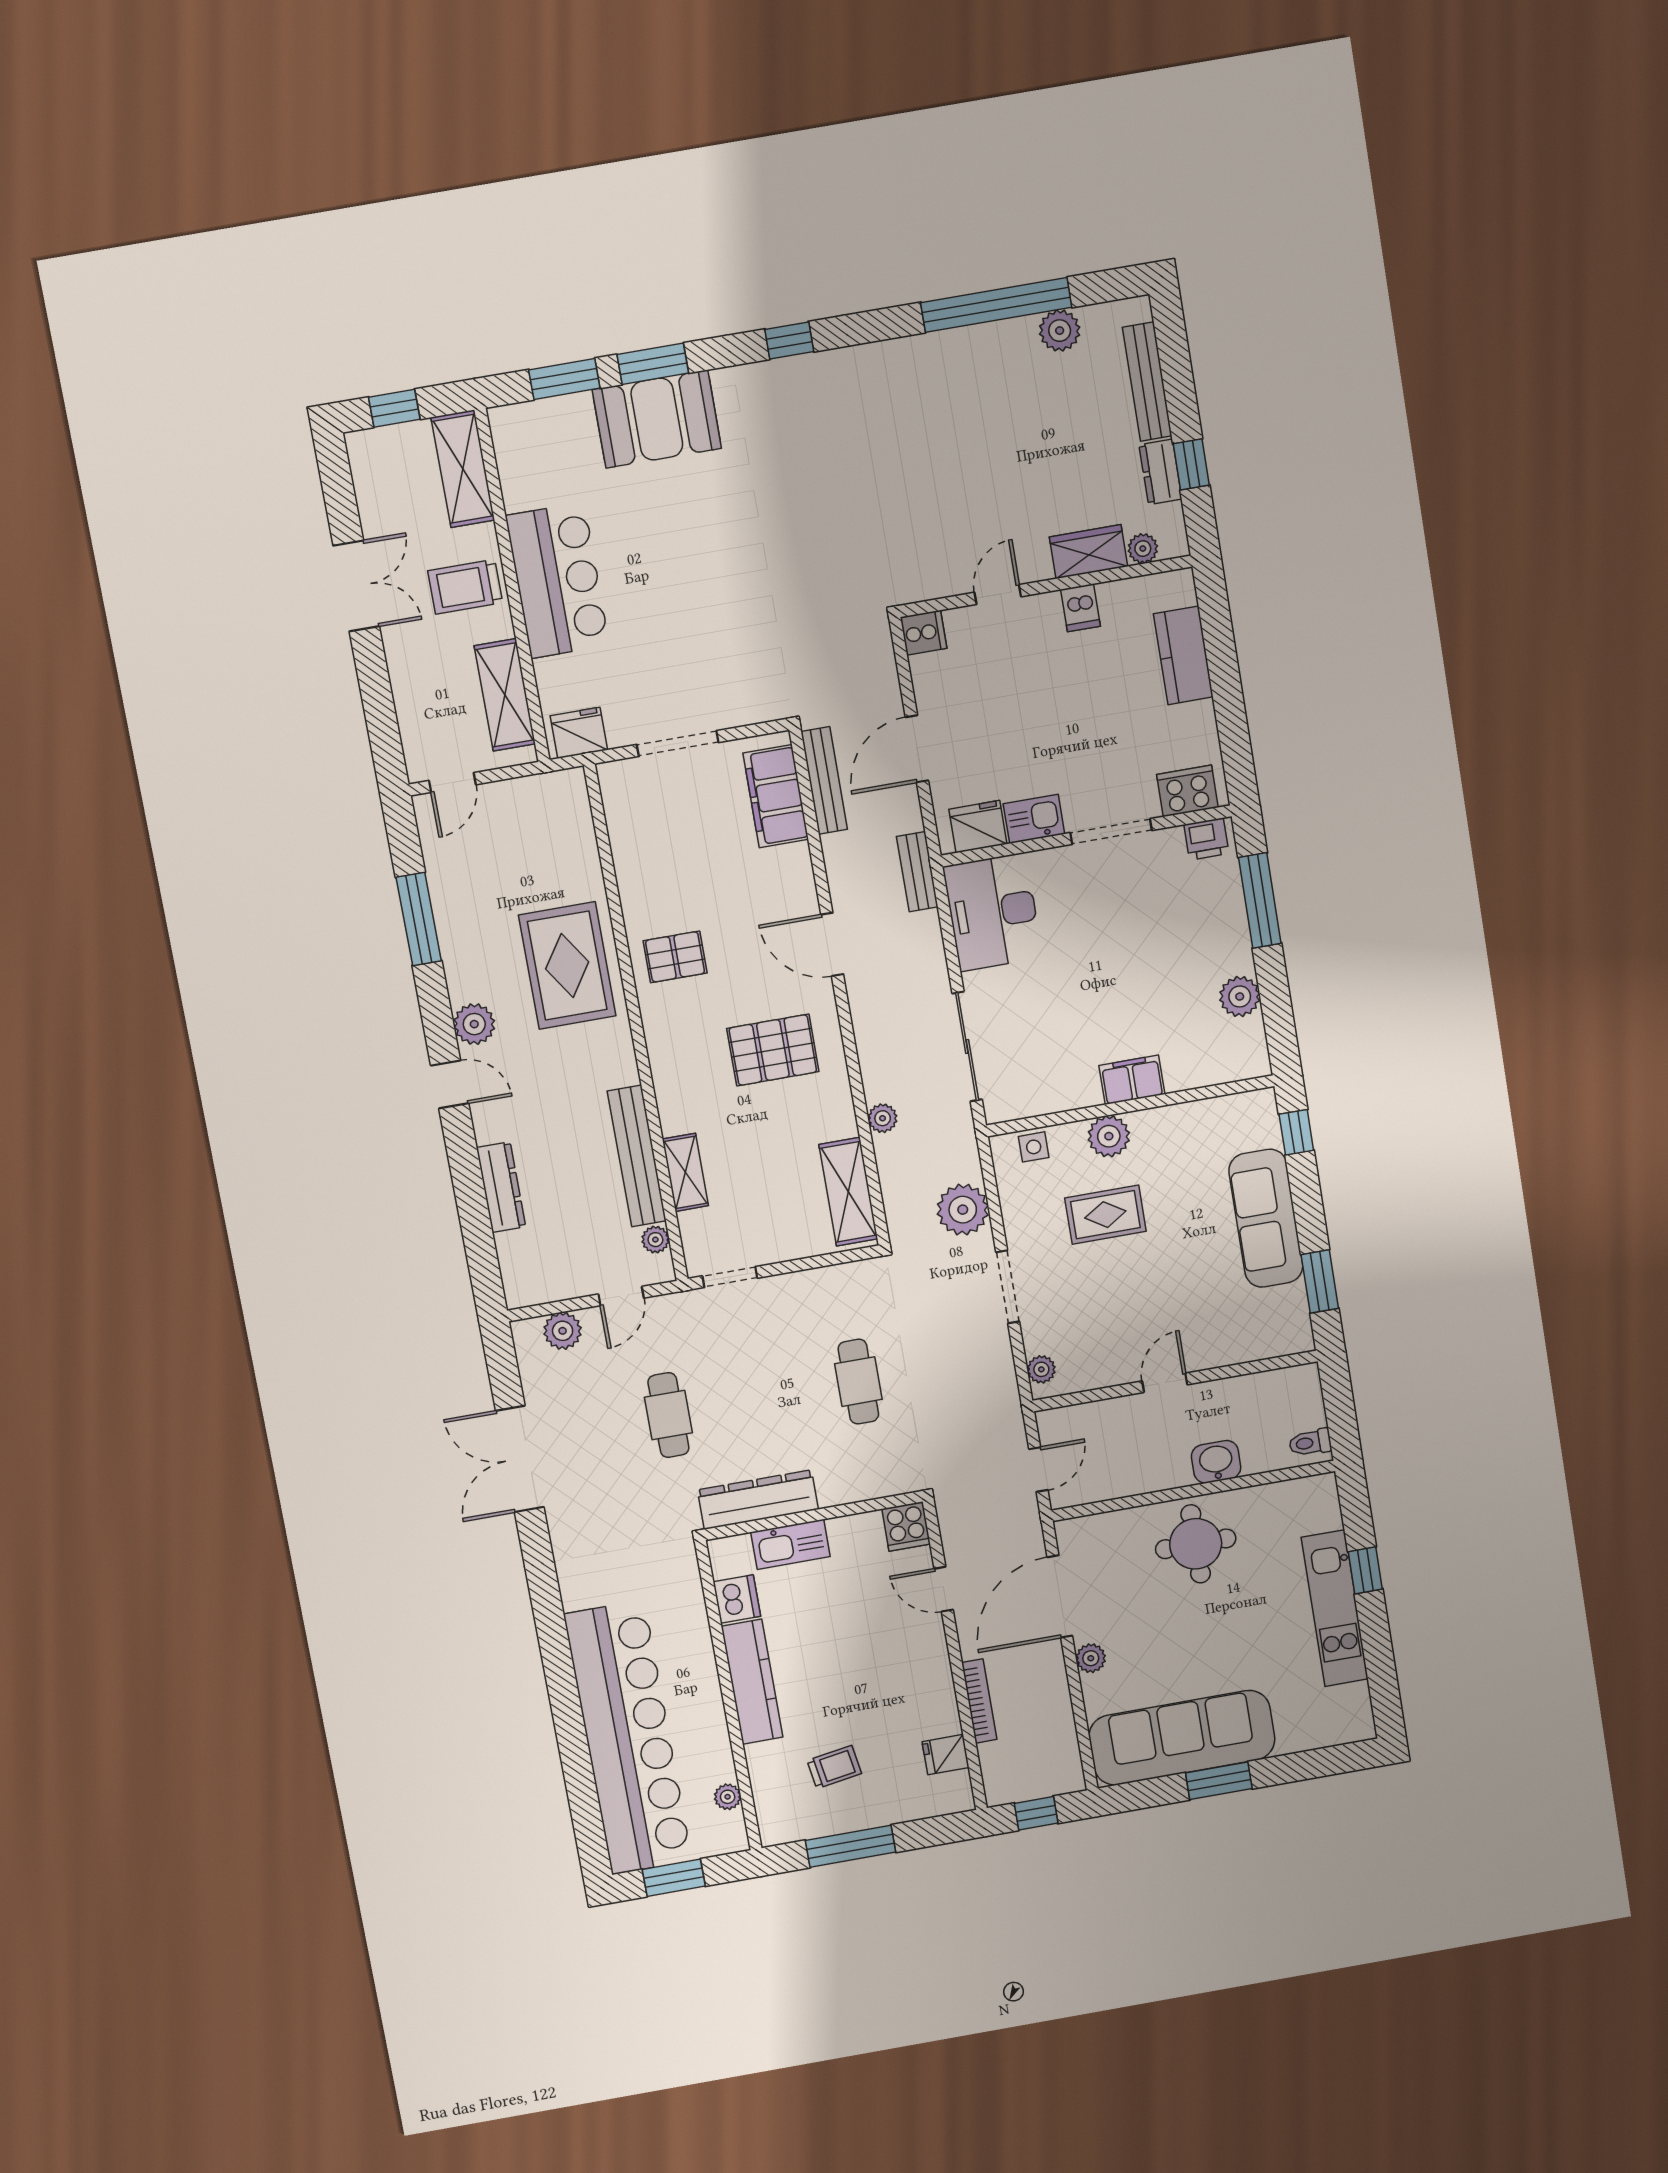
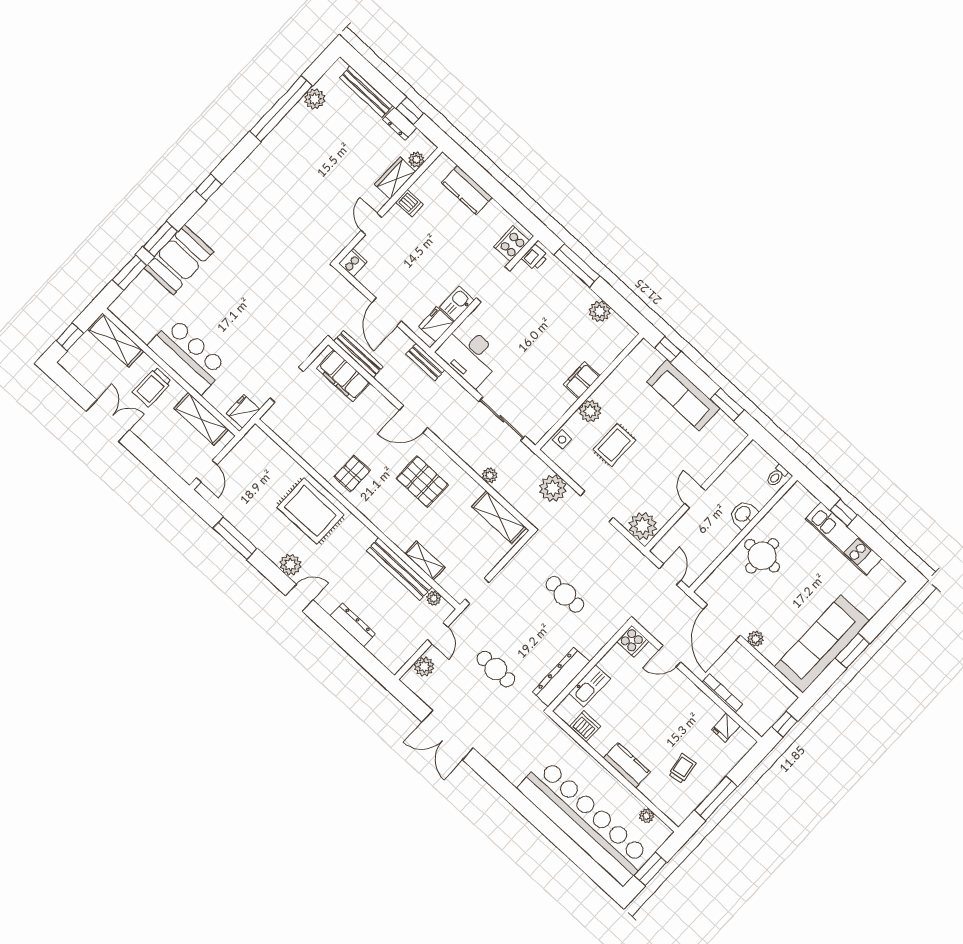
pallet: (773, 1050) -> (422, 482), turned 90
plant: (1041, 1369) -> (643, 526), width x1.87, depth x1.87
kitchen counter: (752, 1682) -> (627, 765), width x0.67

